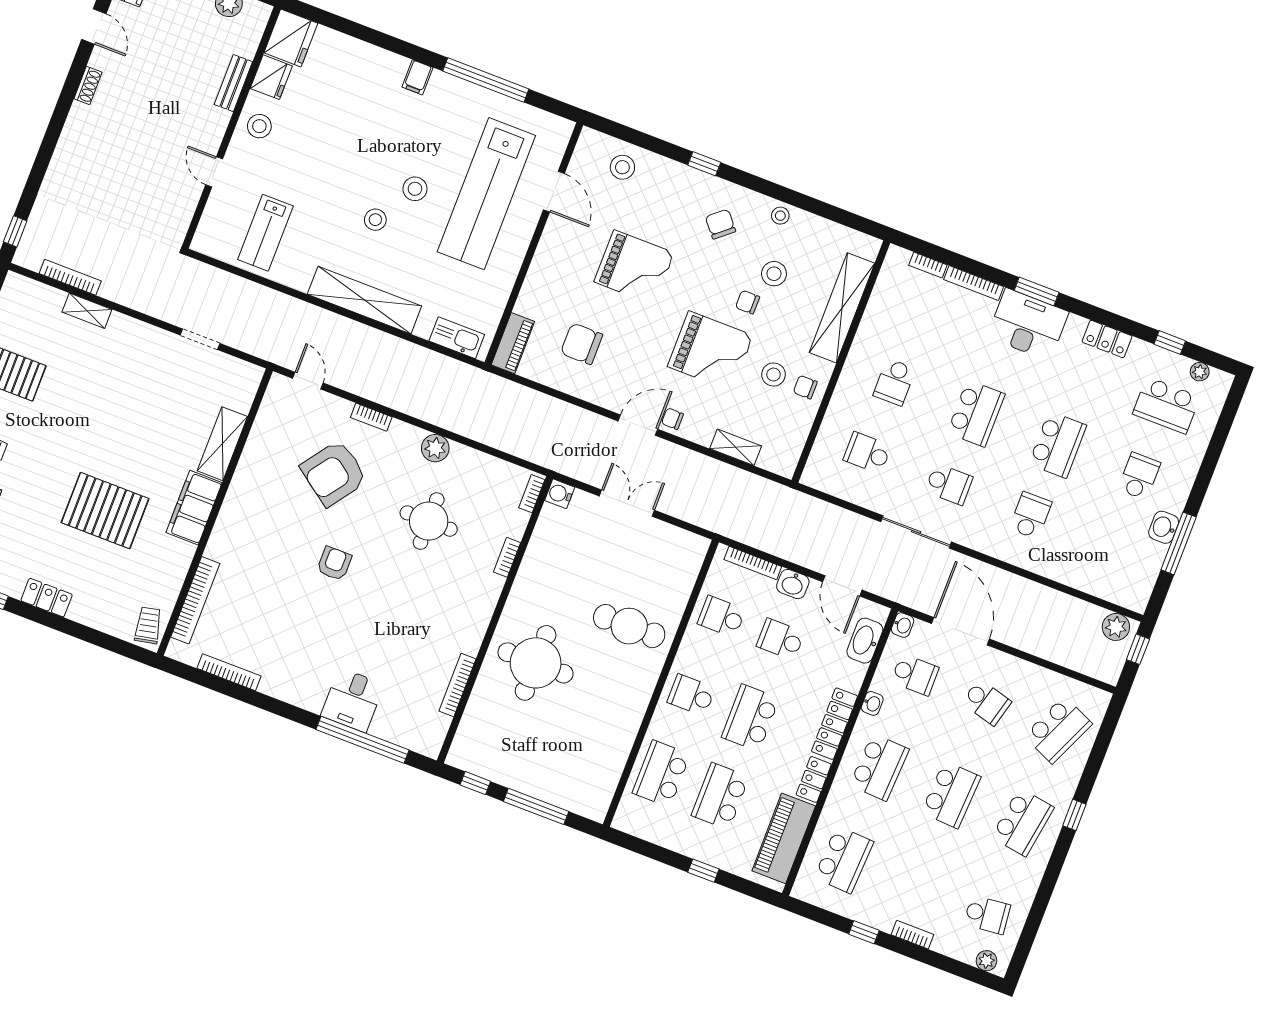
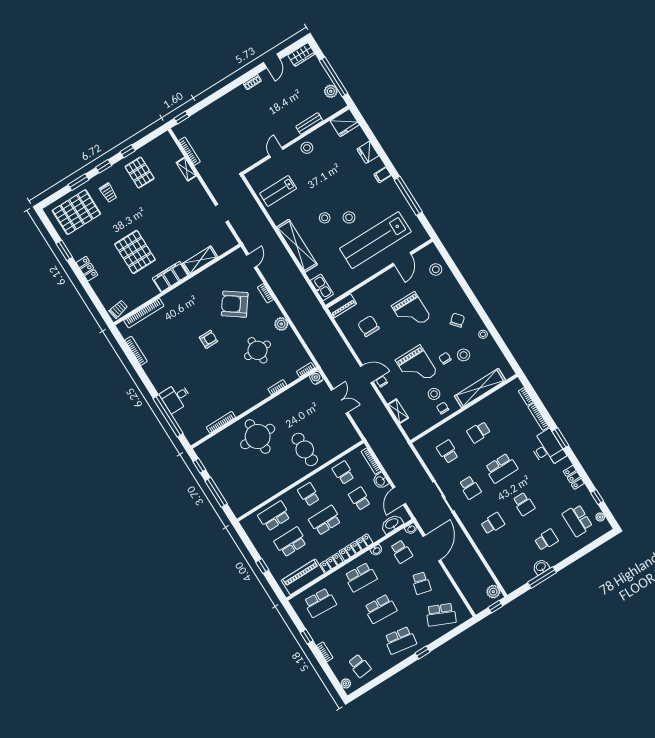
fridge: (271, 77) -> (368, 152), moved, turned 90
window: (704, 164) -> (469, 292), removed
school desk: (1058, 445) -> (524, 504), width x0.54

